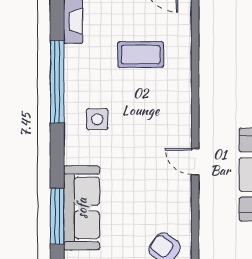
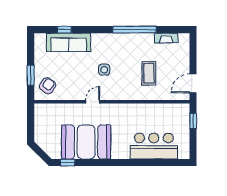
side table: (97, 119) -> (104, 70), moved
window: (57, 216) -> (64, 30), width x0.46

